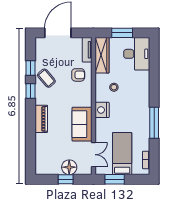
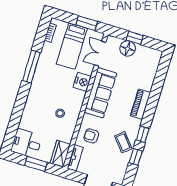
desk: (137, 54) -> (26, 143), width x0.73
wardrobe: (102, 55) -> (60, 154), width x0.67
nightstand: (102, 110) -> (82, 82), moved
sofa: (82, 124) -> (100, 93), width x1.36

